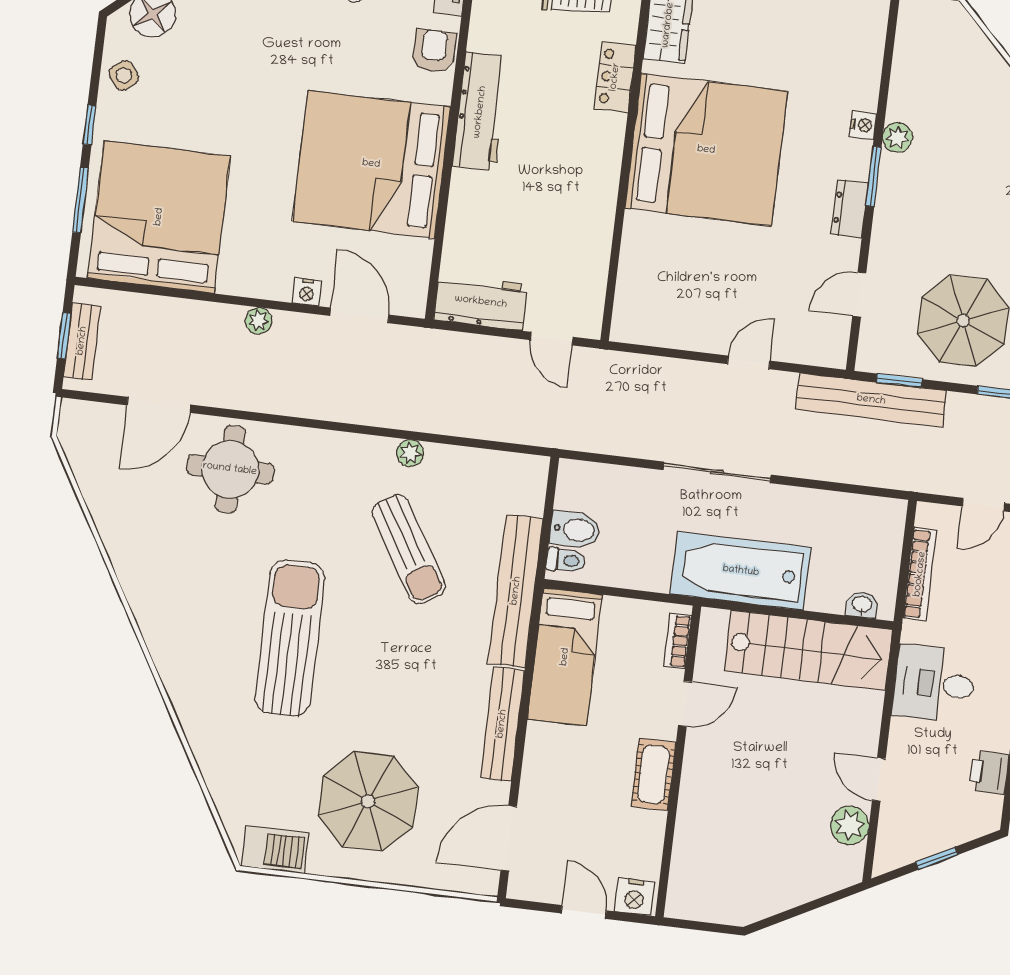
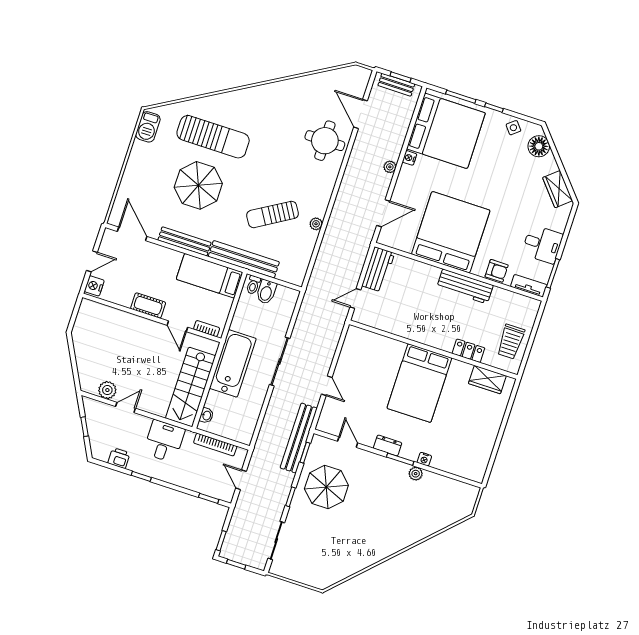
bed: (706, 150) -> (419, 383), width x0.73
nightstand: (307, 292) -> (410, 158), moved
sun lounger: (290, 638) -> (213, 137), moved
parasol: (368, 801) -> (198, 185), moved

